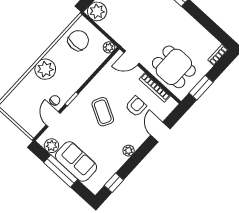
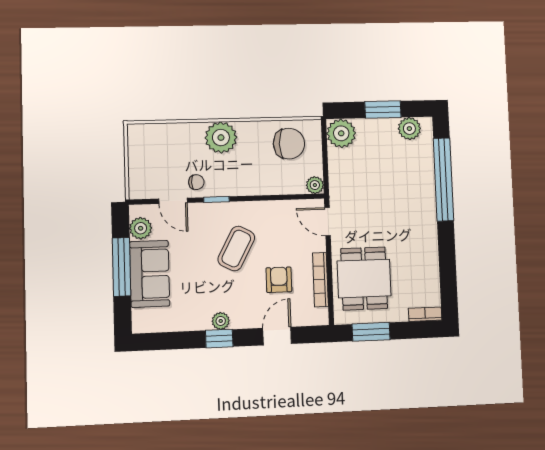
armchair: (136, 106) -> (279, 280), turned -90
door: (53, 119) -> (173, 201), swing flipped
window: (114, 183) -> (219, 339), moved

